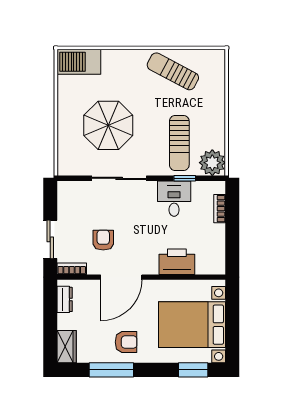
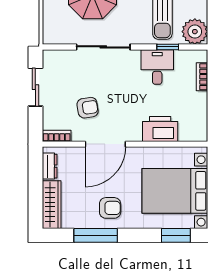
sliding door: (50, 239) -> (35, 87), moved
armchair: (103, 240) -> (88, 108), turned 81
wardrobe: (67, 347) -> (52, 205), width x1.50

